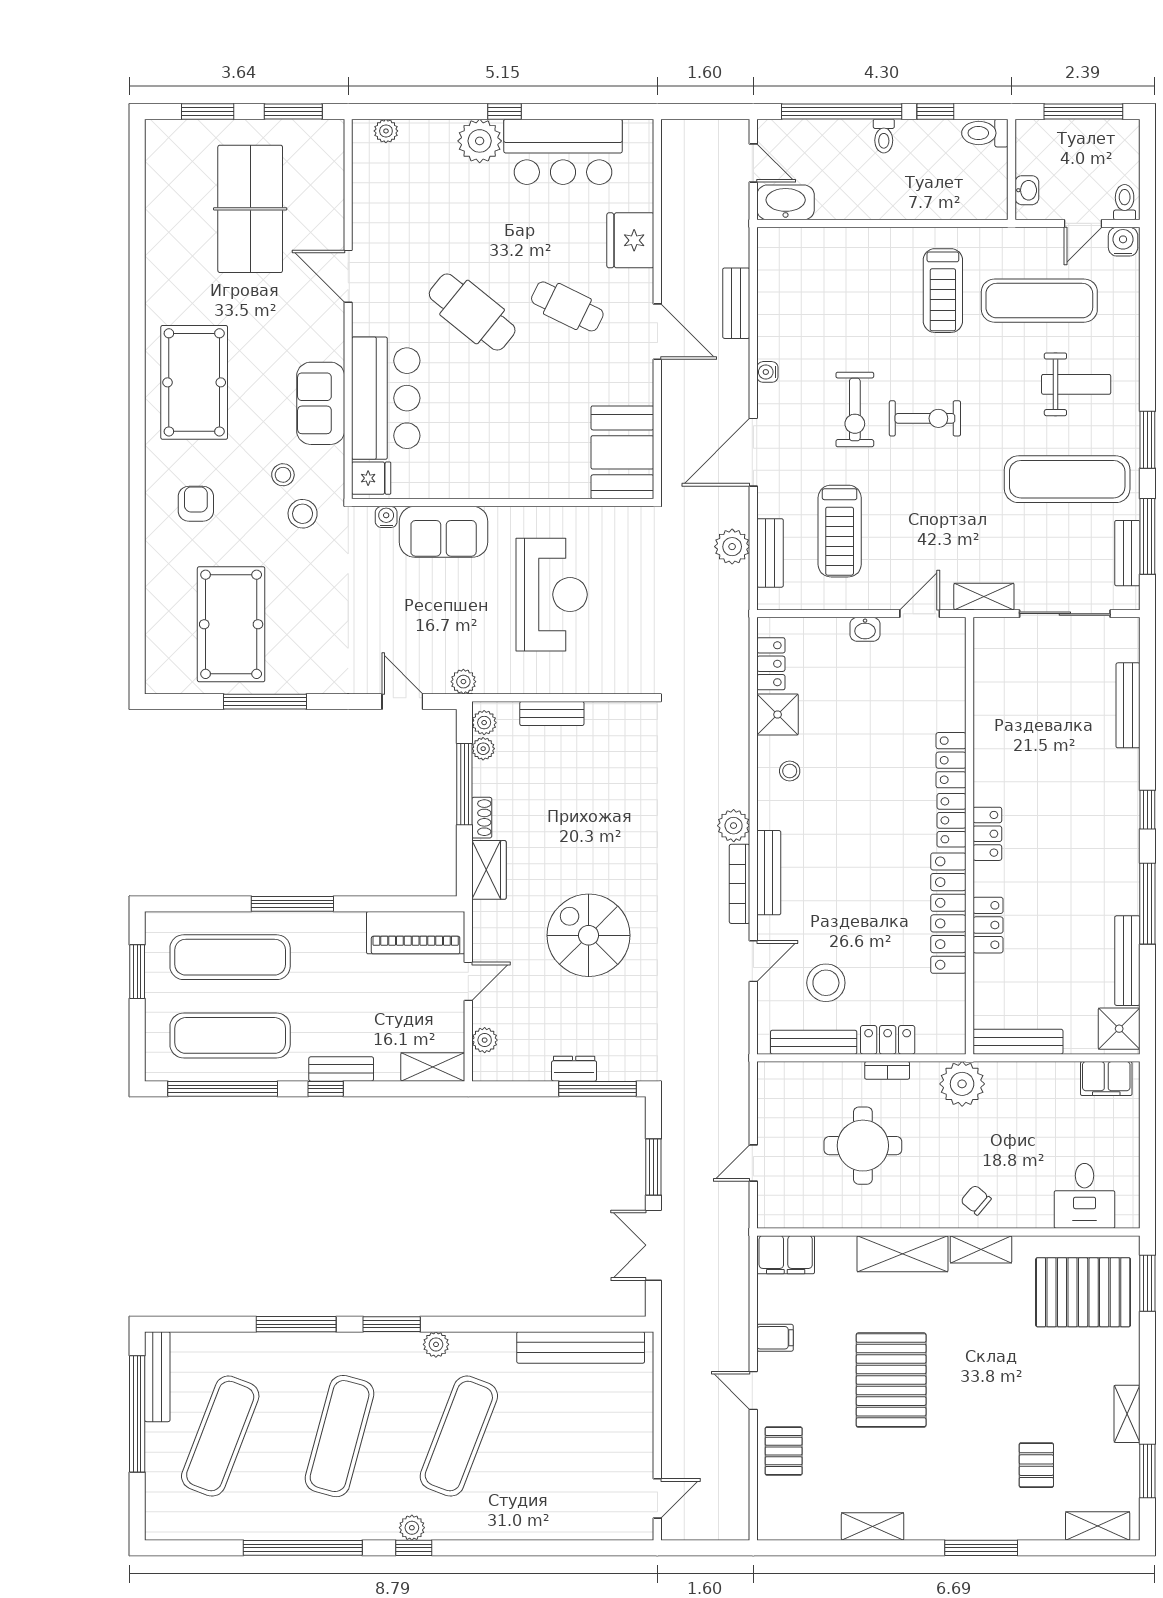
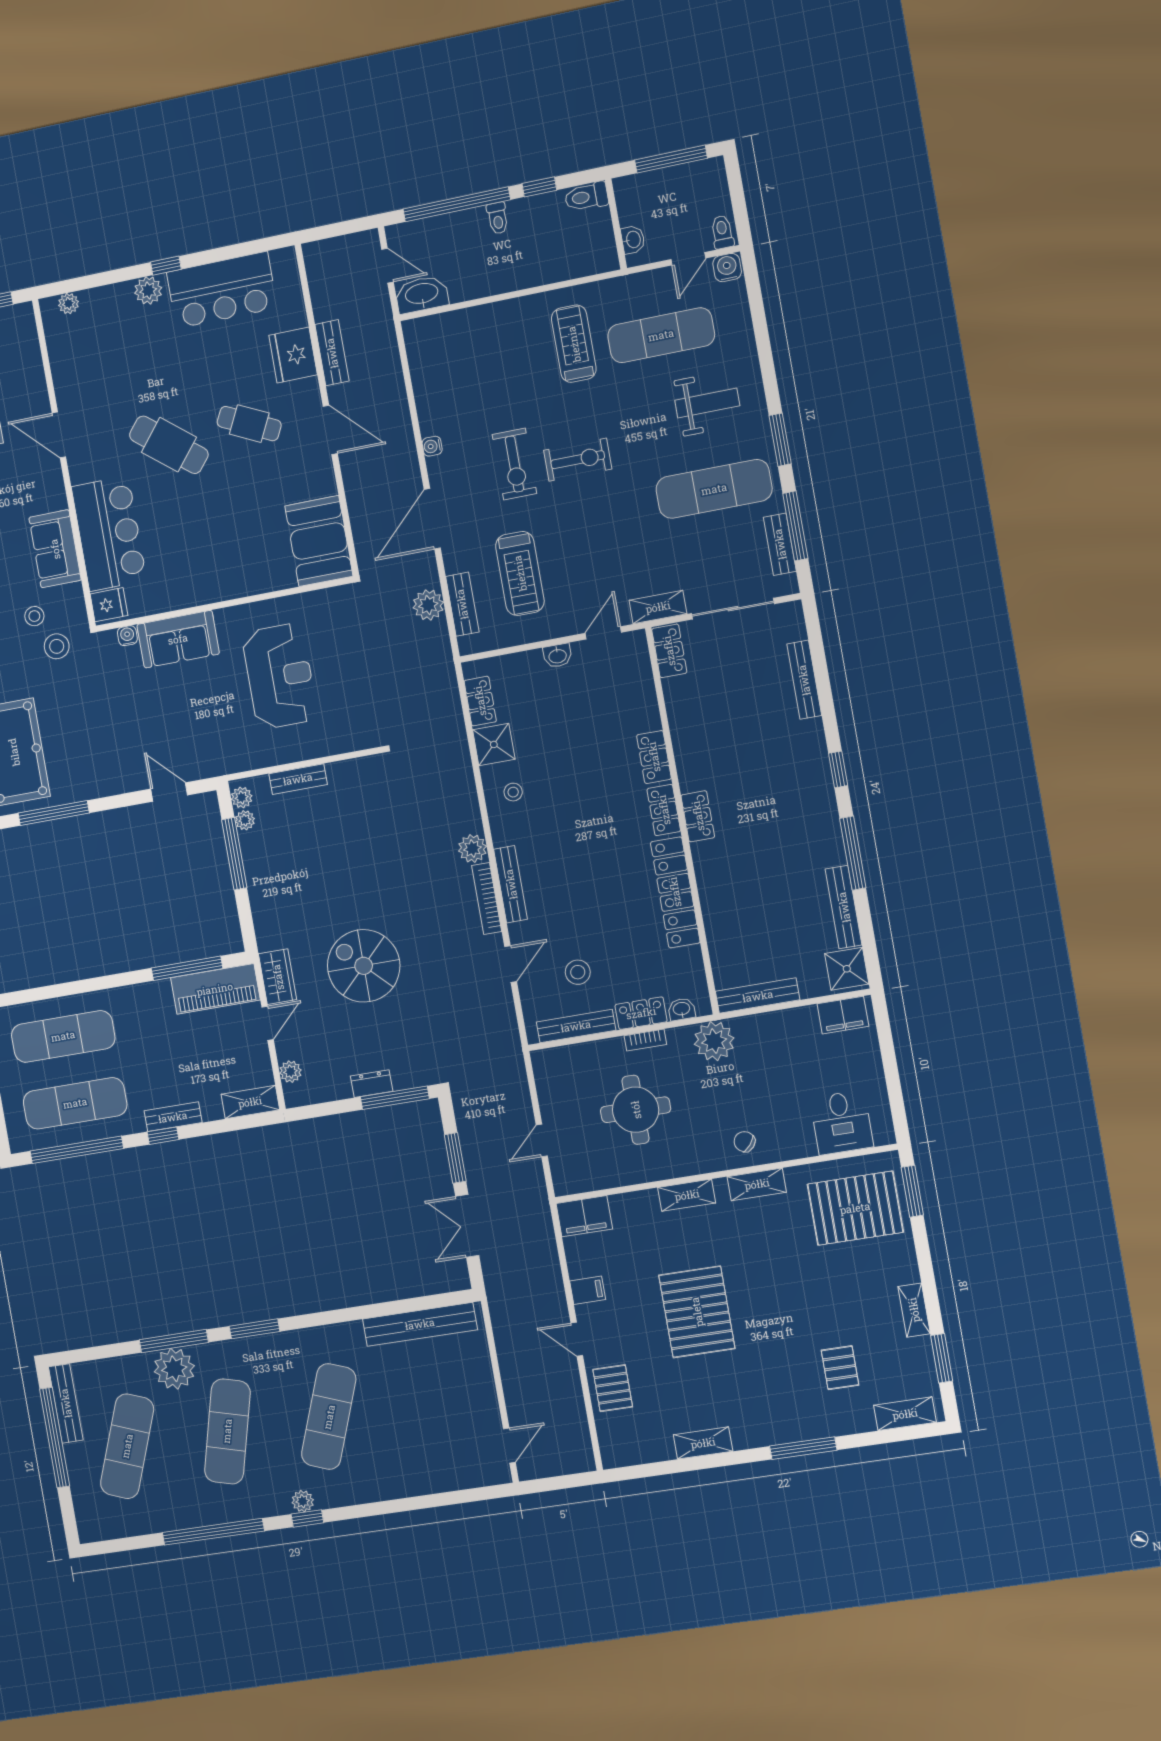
plant: (480, 141) -> (148, 290), width x0.73, depth x0.73
treadmill: (943, 291) -> (574, 344), turned 180
bench: (736, 303) -> (332, 353), moved
plant: (463, 682) -> (218, 765), removed
shoe rack: (482, 818) -> (254, 880), removed
wardrobe: (489, 870) -> (278, 977), moved
window: (292, 904) -> (187, 968), moved
locker: (988, 925) -> (669, 651), moved
stool: (826, 983) -> (578, 972), width x0.73, depth x0.73
washbasin: (933, 1043) -> (682, 1009), added
shelving: (902, 1254) -> (687, 1195), width x0.67, depth x0.75
plant: (436, 1344) -> (174, 1369), moved, width x1.88, depth x1.88

